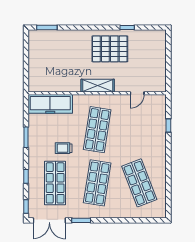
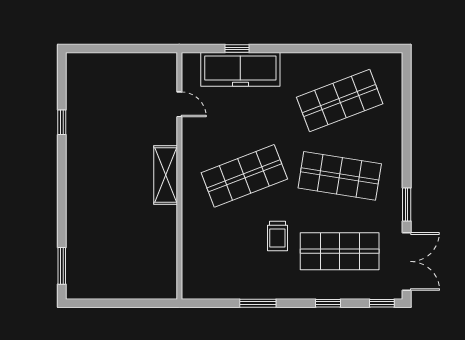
pallet: (110, 49) -> (100, 153), removed
freezer: (50, 104) -> (240, 69), moved, turned 90
shop shelf: (97, 130) -> (244, 176), turned -30

